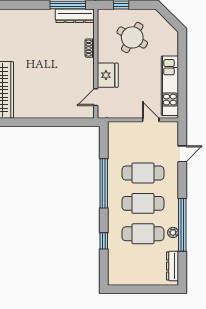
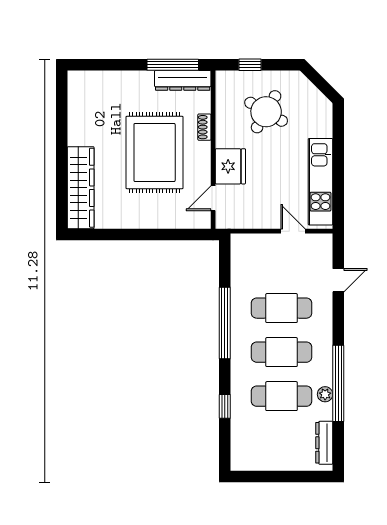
rug: (55, 66) -> (155, 152), added

